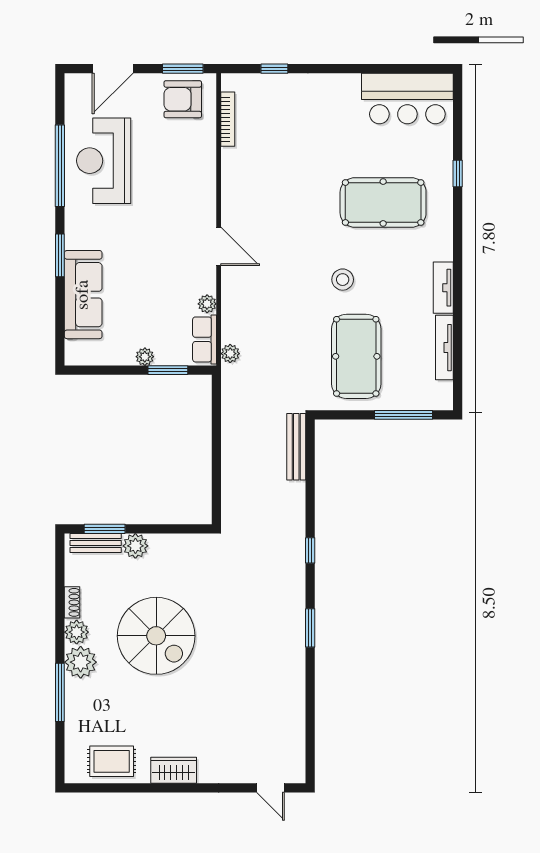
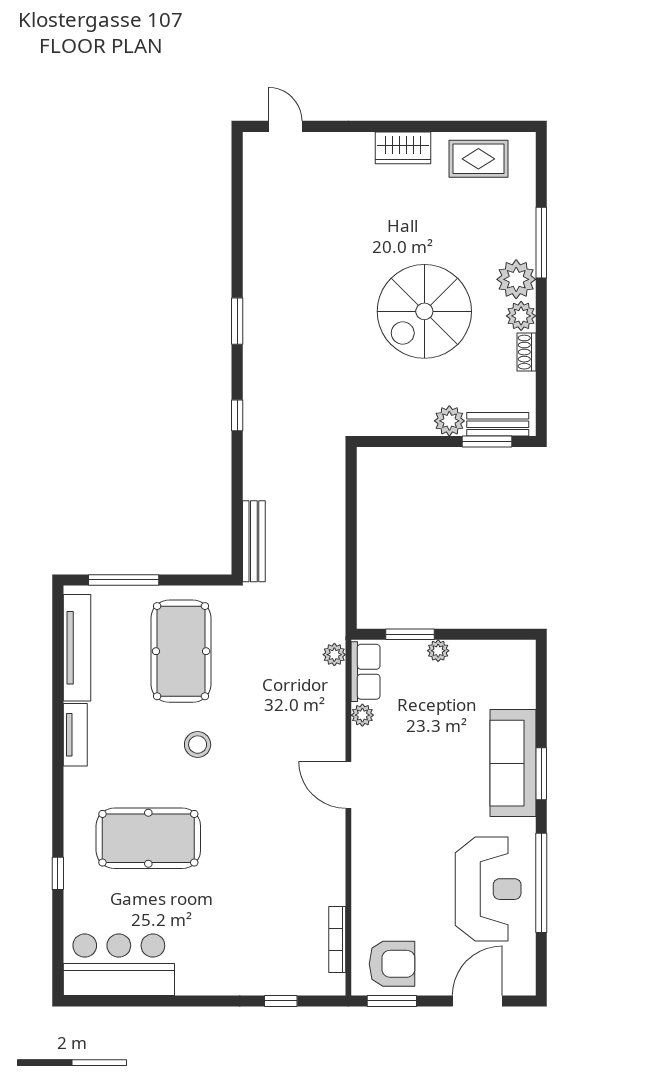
sofa: (83, 295) -> (513, 763), moved
tv unit: (444, 348) -> (77, 648), width x1.36, depth x1.29
spiral stairs: (156, 636) -> (424, 311), turned -90

